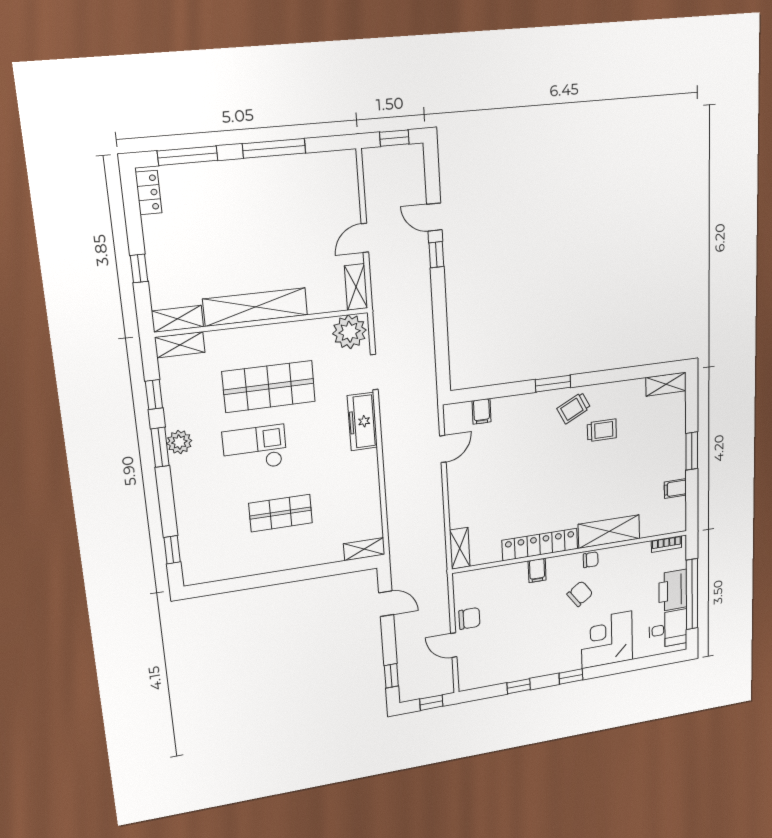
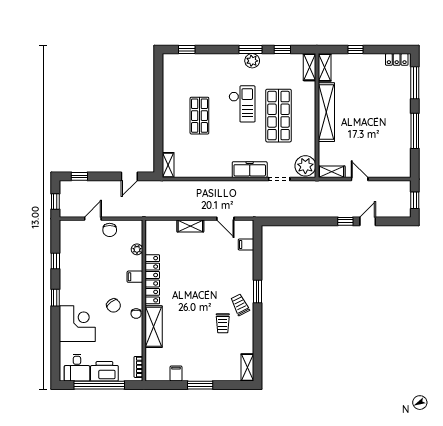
shelving: (460, 548) -> (190, 226), moved
plant: (496, 574) -> (137, 249), added

